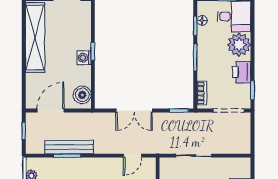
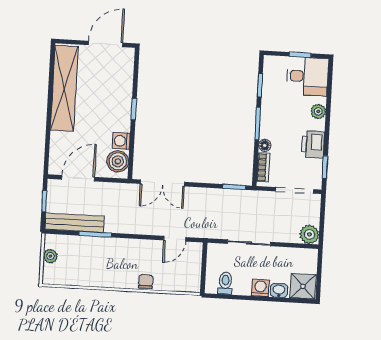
floor lamp: (202, 20) -> (265, 145), moved
plant: (239, 45) -> (318, 111), width x0.53, depth x0.53
washing machine: (84, 58) -> (121, 141), moved
double door: (134, 111) -> (162, 183), moved
plant: (243, 146) -> (309, 234), added
bench: (69, 147) -> (75, 223), moved

